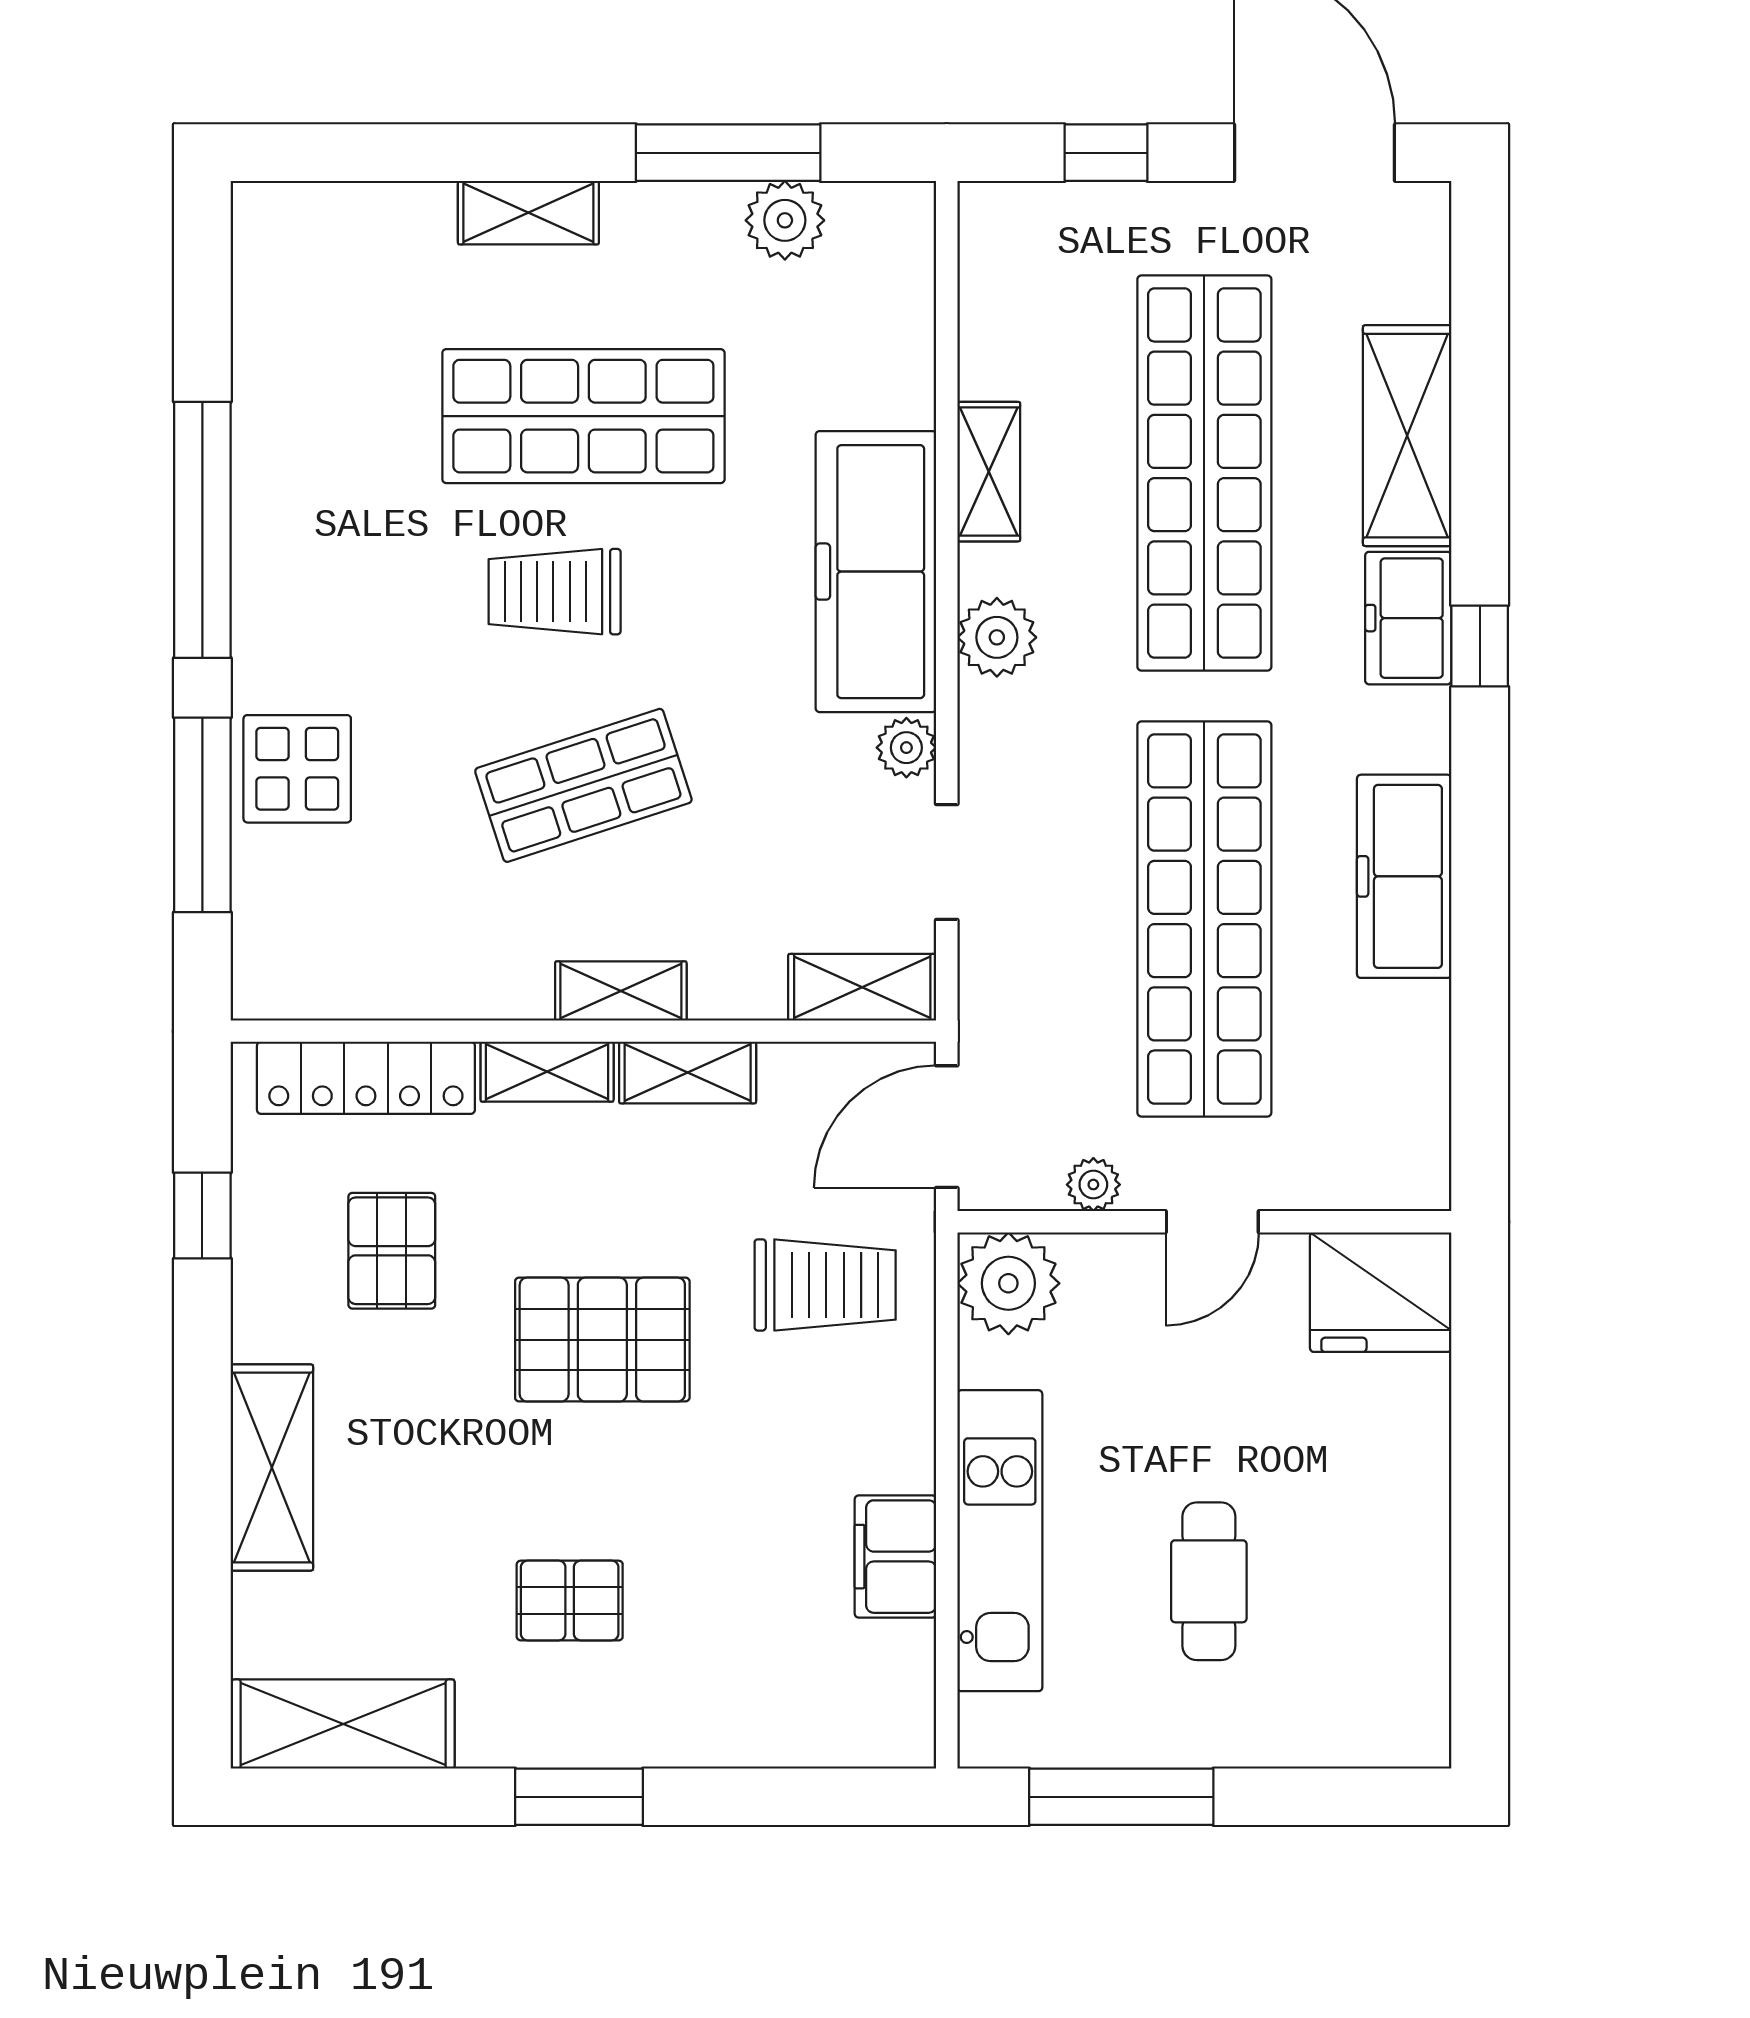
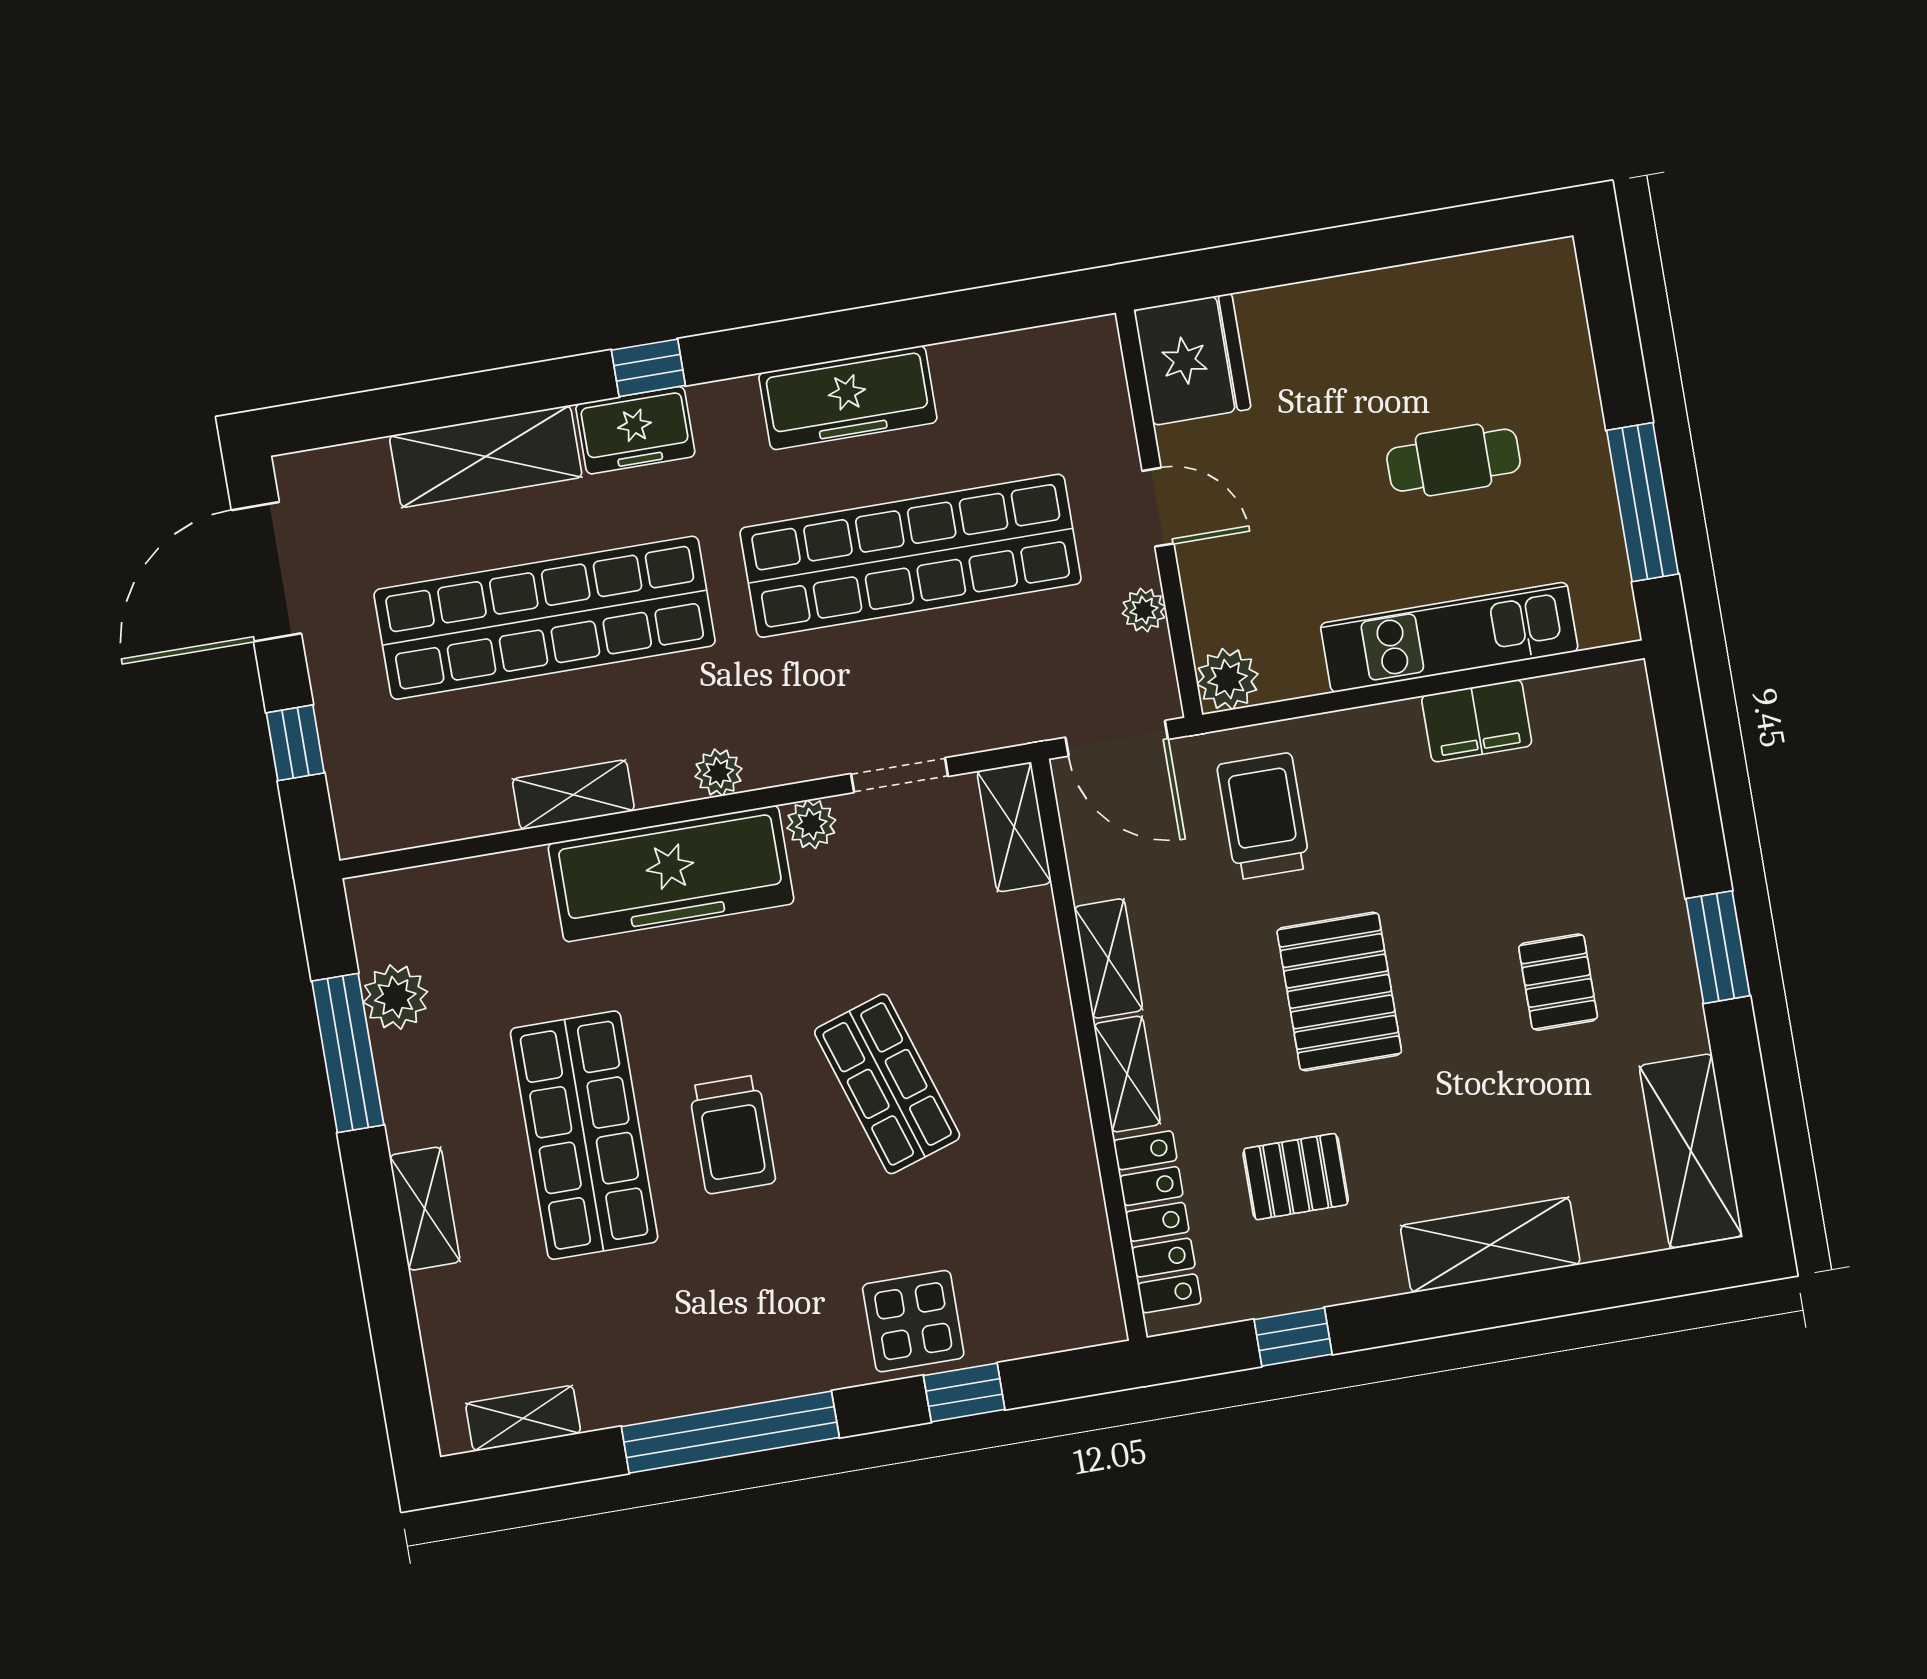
plant: (997, 637) -> (719, 773), width x0.73, depth x0.73
window: (202, 815) -> (964, 1393), width x0.46
shelving: (621, 991) -> (523, 1418), moved, turned 90
plant: (1008, 1283) -> (1227, 679), width x0.73, depth x0.73

